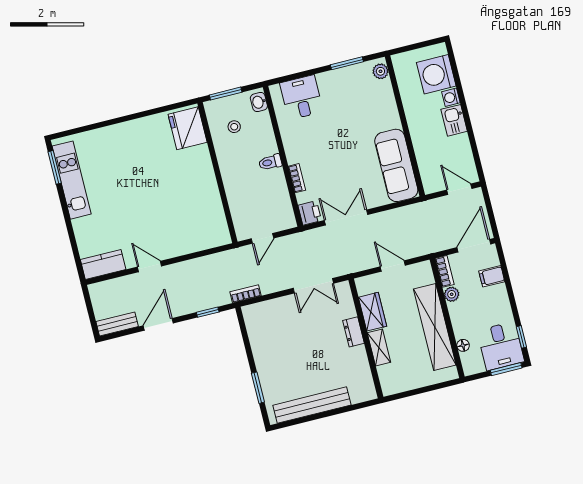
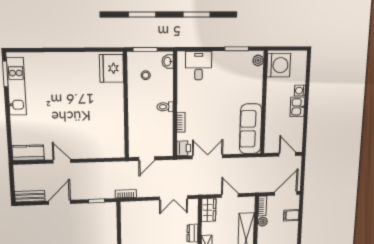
washing machine: (436, 74) -> (279, 65), moved, turned 180
wardrobe: (372, 312) -> (209, 210), moved

